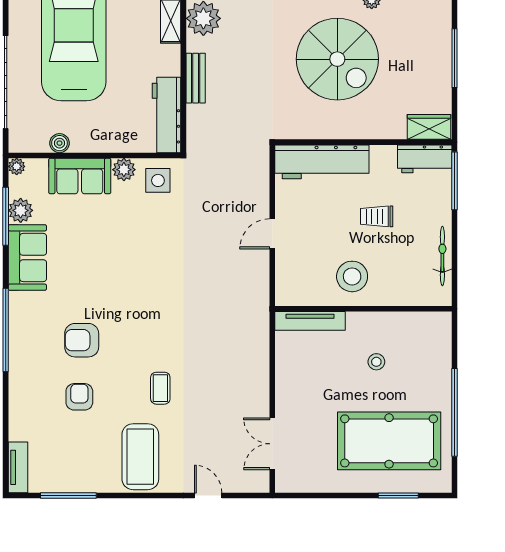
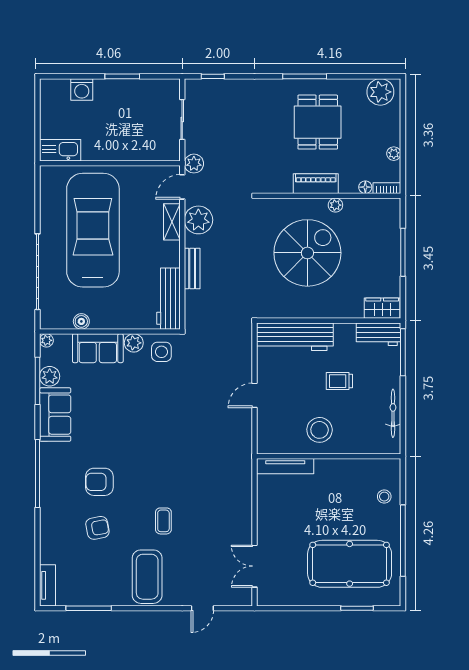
spiral stairs: (337, 59) -> (307, 253), turned -90
stool: (376, 362) -> (384, 497), moved
armchair: (79, 397) -> (97, 528), turned 79
door: (208, 495) -> (202, 608), swing flipped

